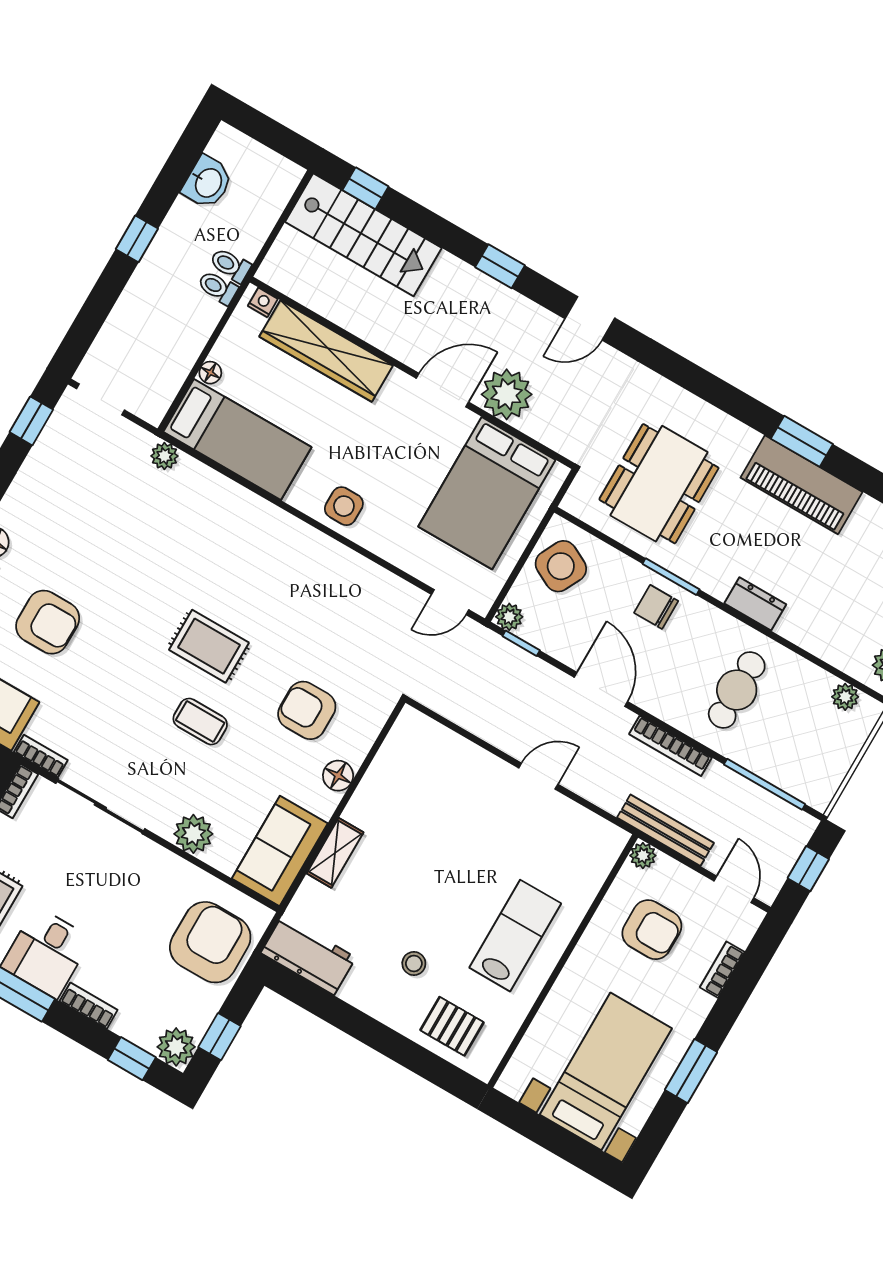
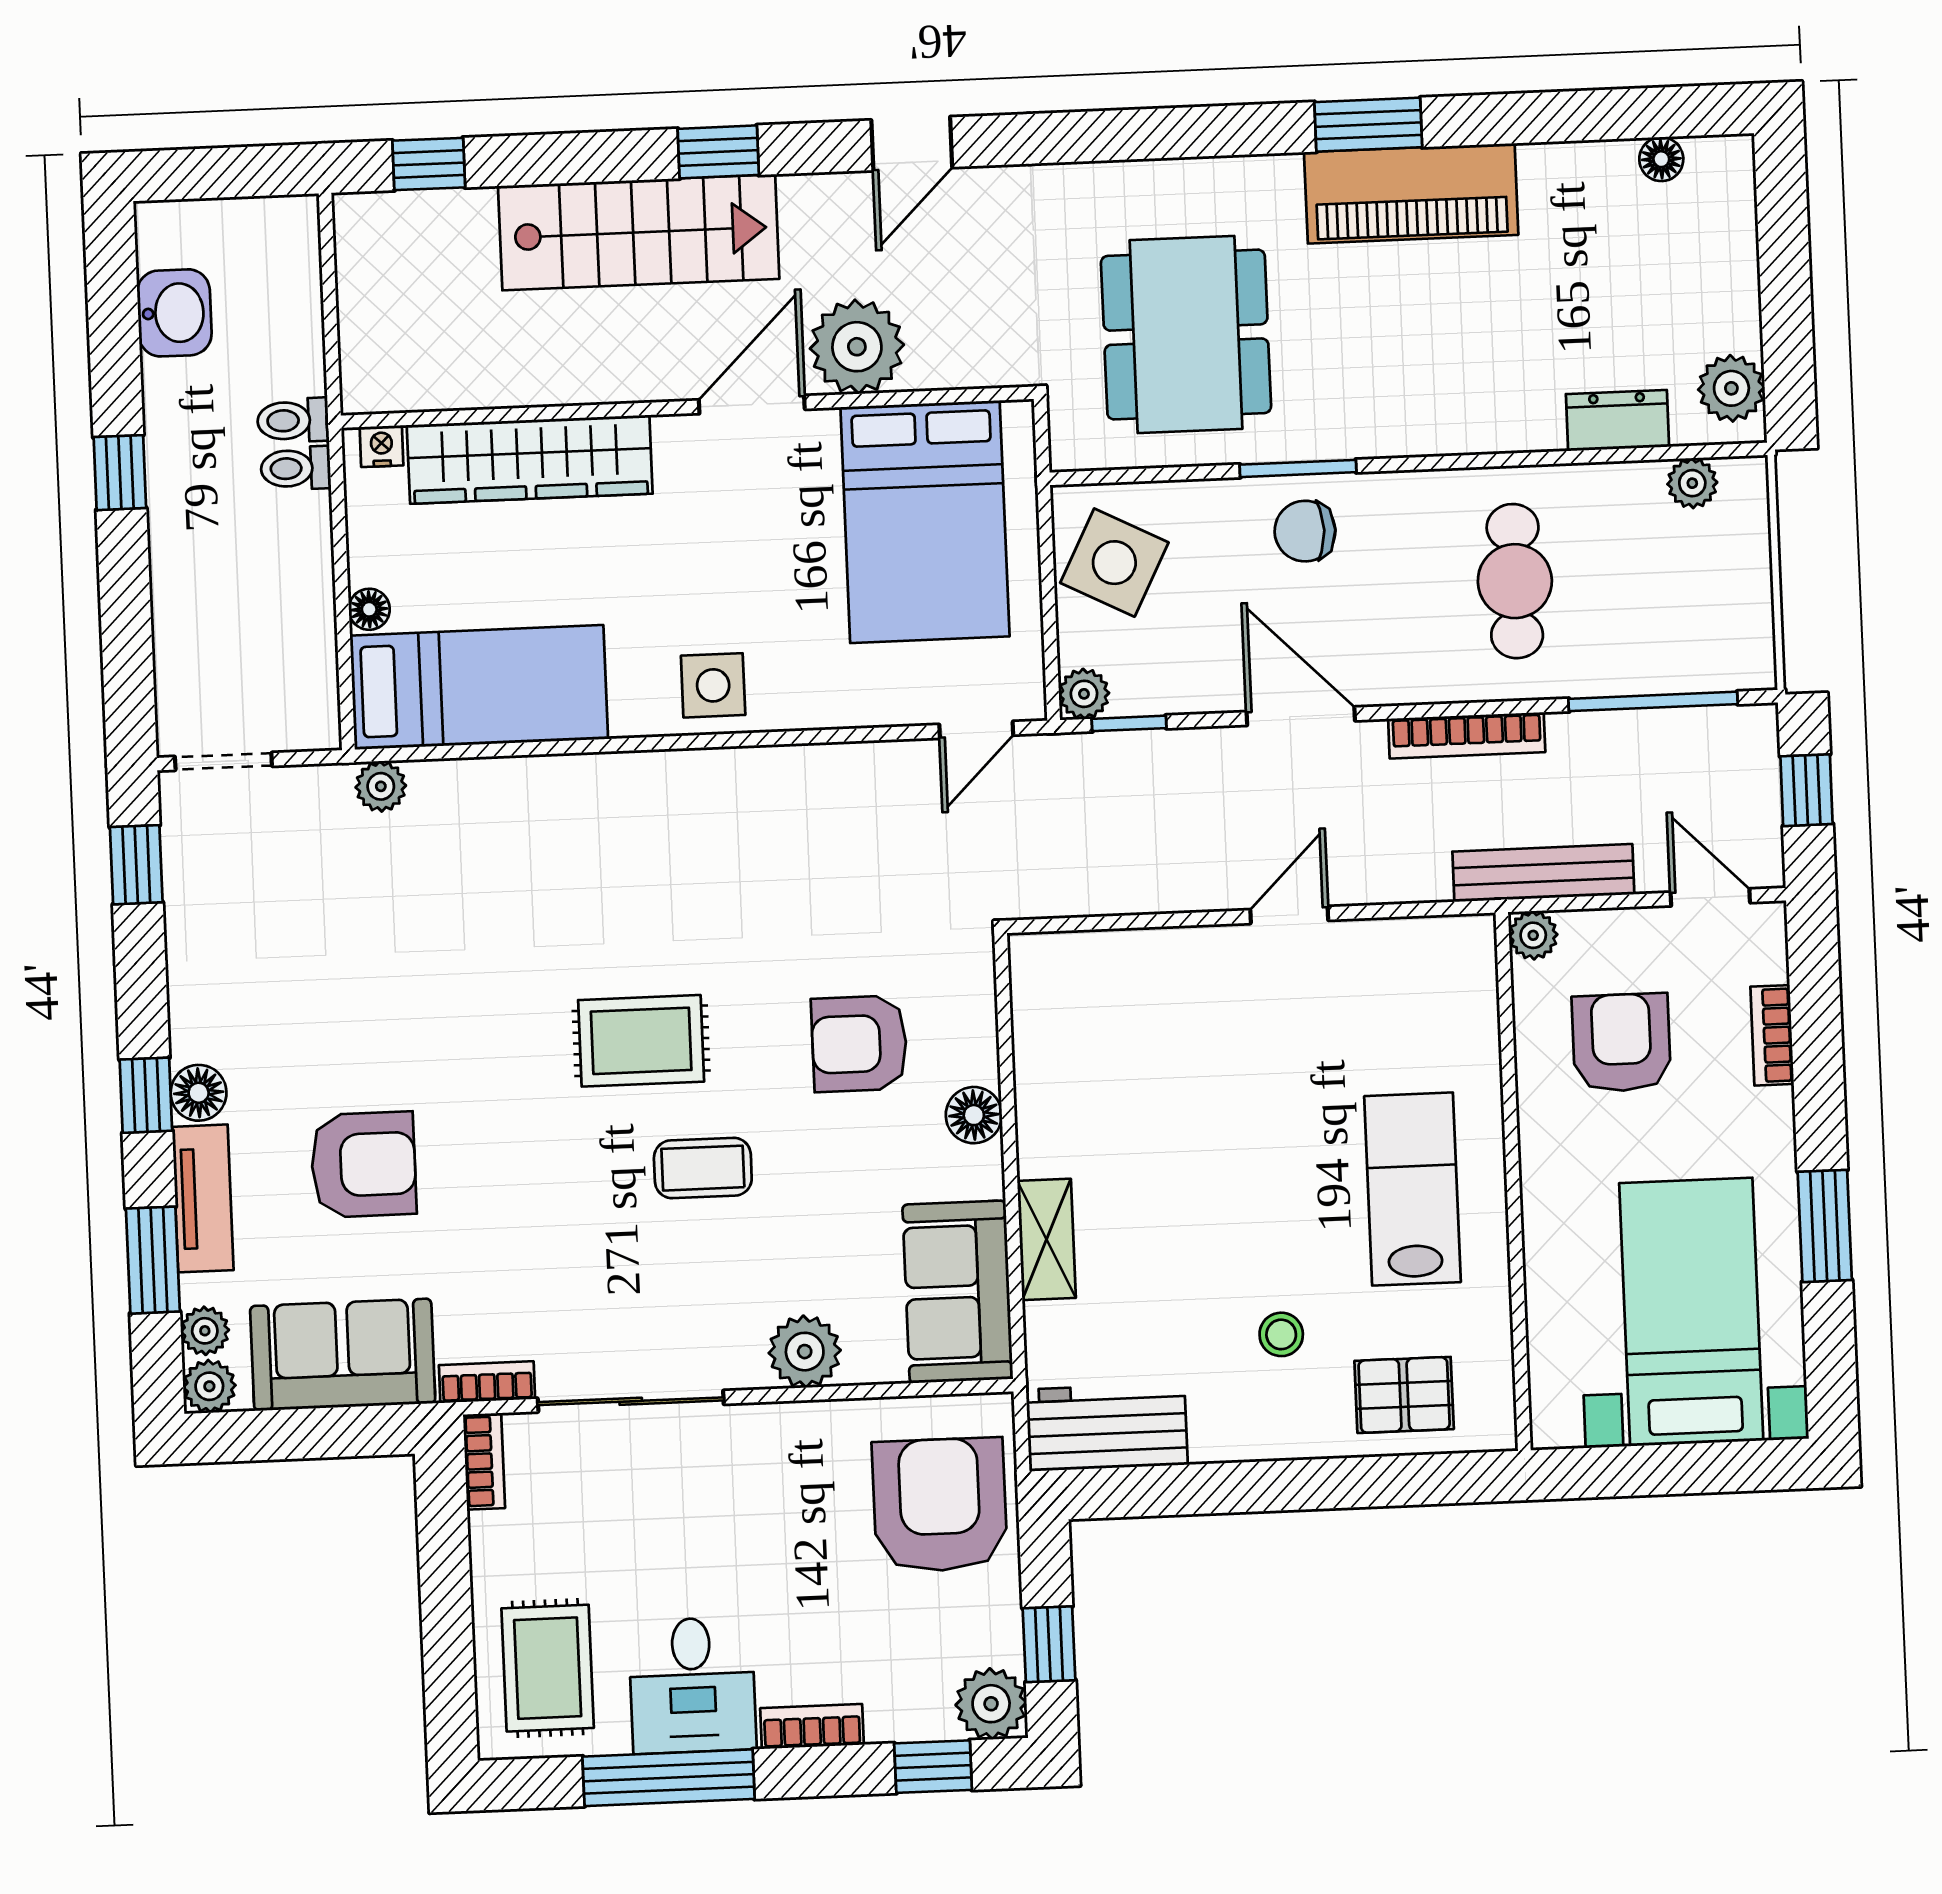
stairs: (363, 235) -> (639, 232), moved
dresser: (755, 604) -> (1617, 420), moved
armchair: (652, 930) -> (1621, 1043), turned -90

